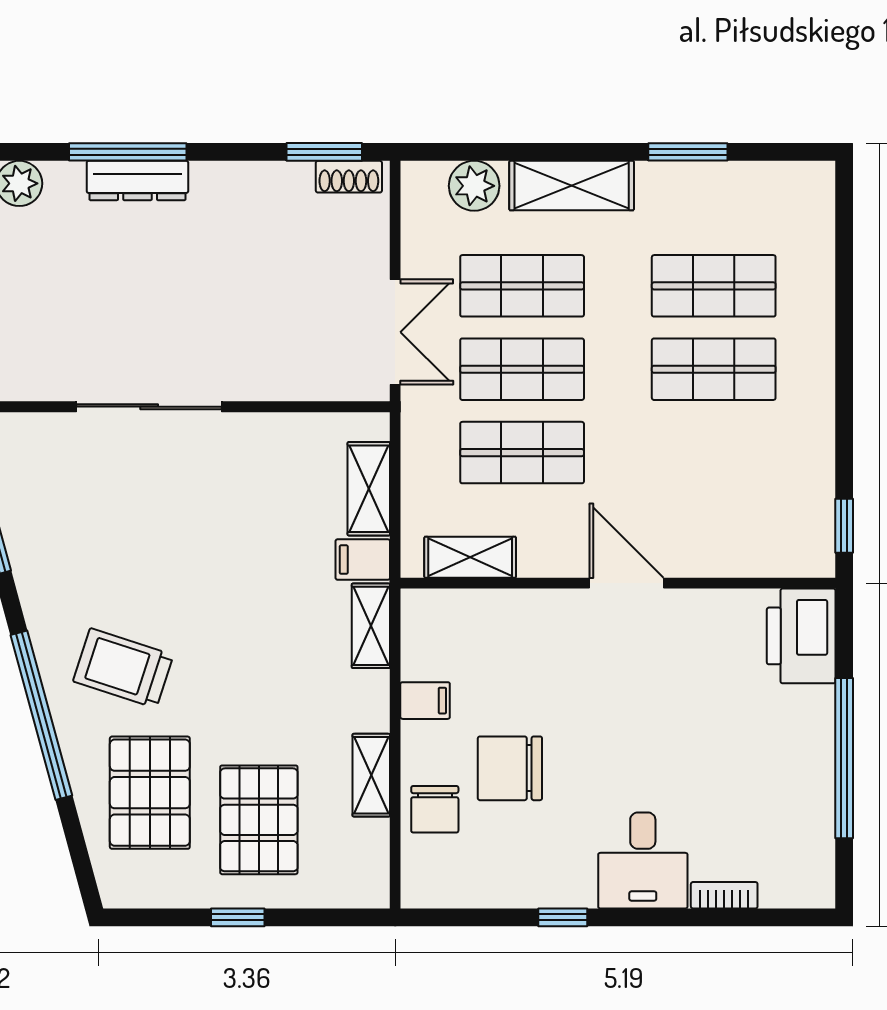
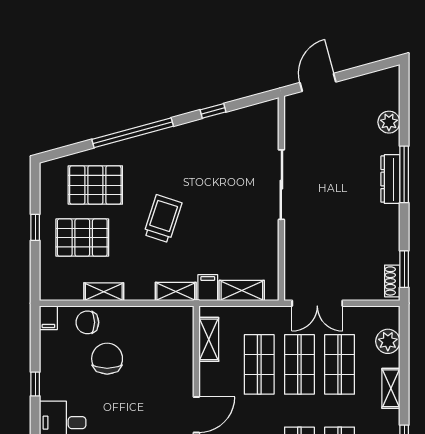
shelving: (572, 186) -> (391, 388), width x0.67, depth x0.75
trolley: (123, 668) -> (163, 219), moved
filing cabinet: (425, 701) -> (48, 318), moved

